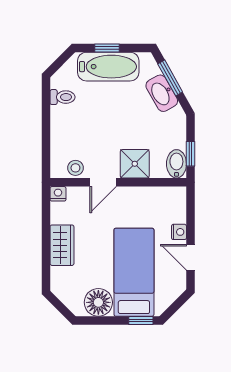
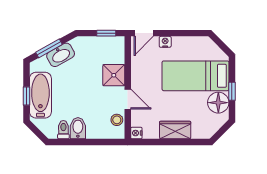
bidet: (176, 164) -> (78, 128), moved, turned 90
door: (190, 257) -> (144, 33), moved
window: (141, 321) -> (232, 91), moved

